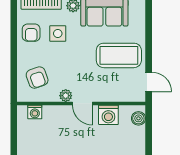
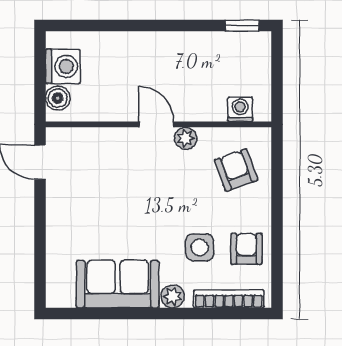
coffee table: (119, 55) -> (92, 209), removed
washing machine: (108, 115) -> (63, 66), moved, turned 90

